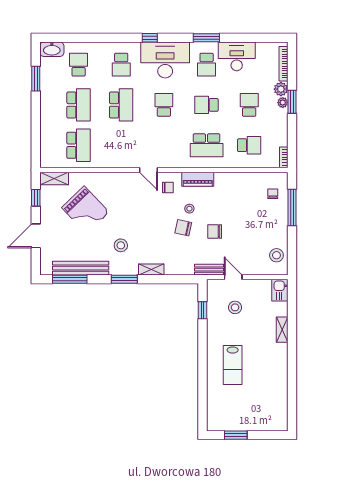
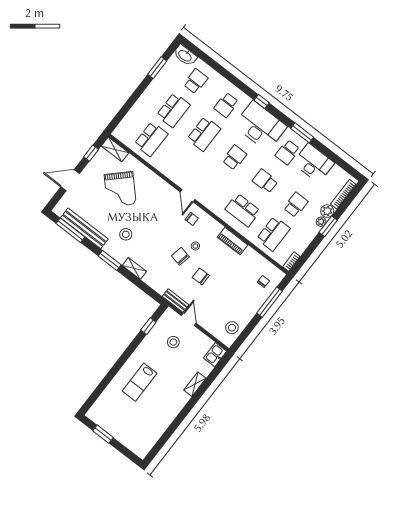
school desk: (249, 145) -> (273, 234), width x1.85
piano: (198, 179) -> (233, 241), moved

